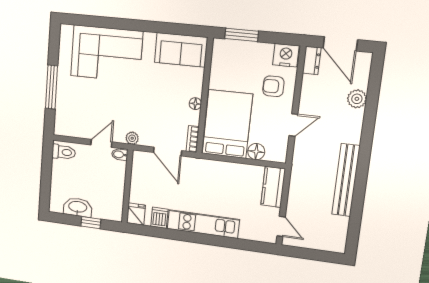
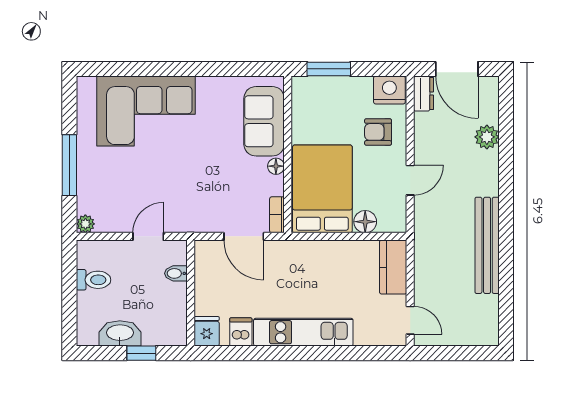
sofa: (181, 50) -> (264, 121), moved, turned 90
plant: (132, 138) -> (85, 224), moved
toilet: (64, 152) -> (93, 280), moved
bidet: (120, 154) -> (176, 273), moved

